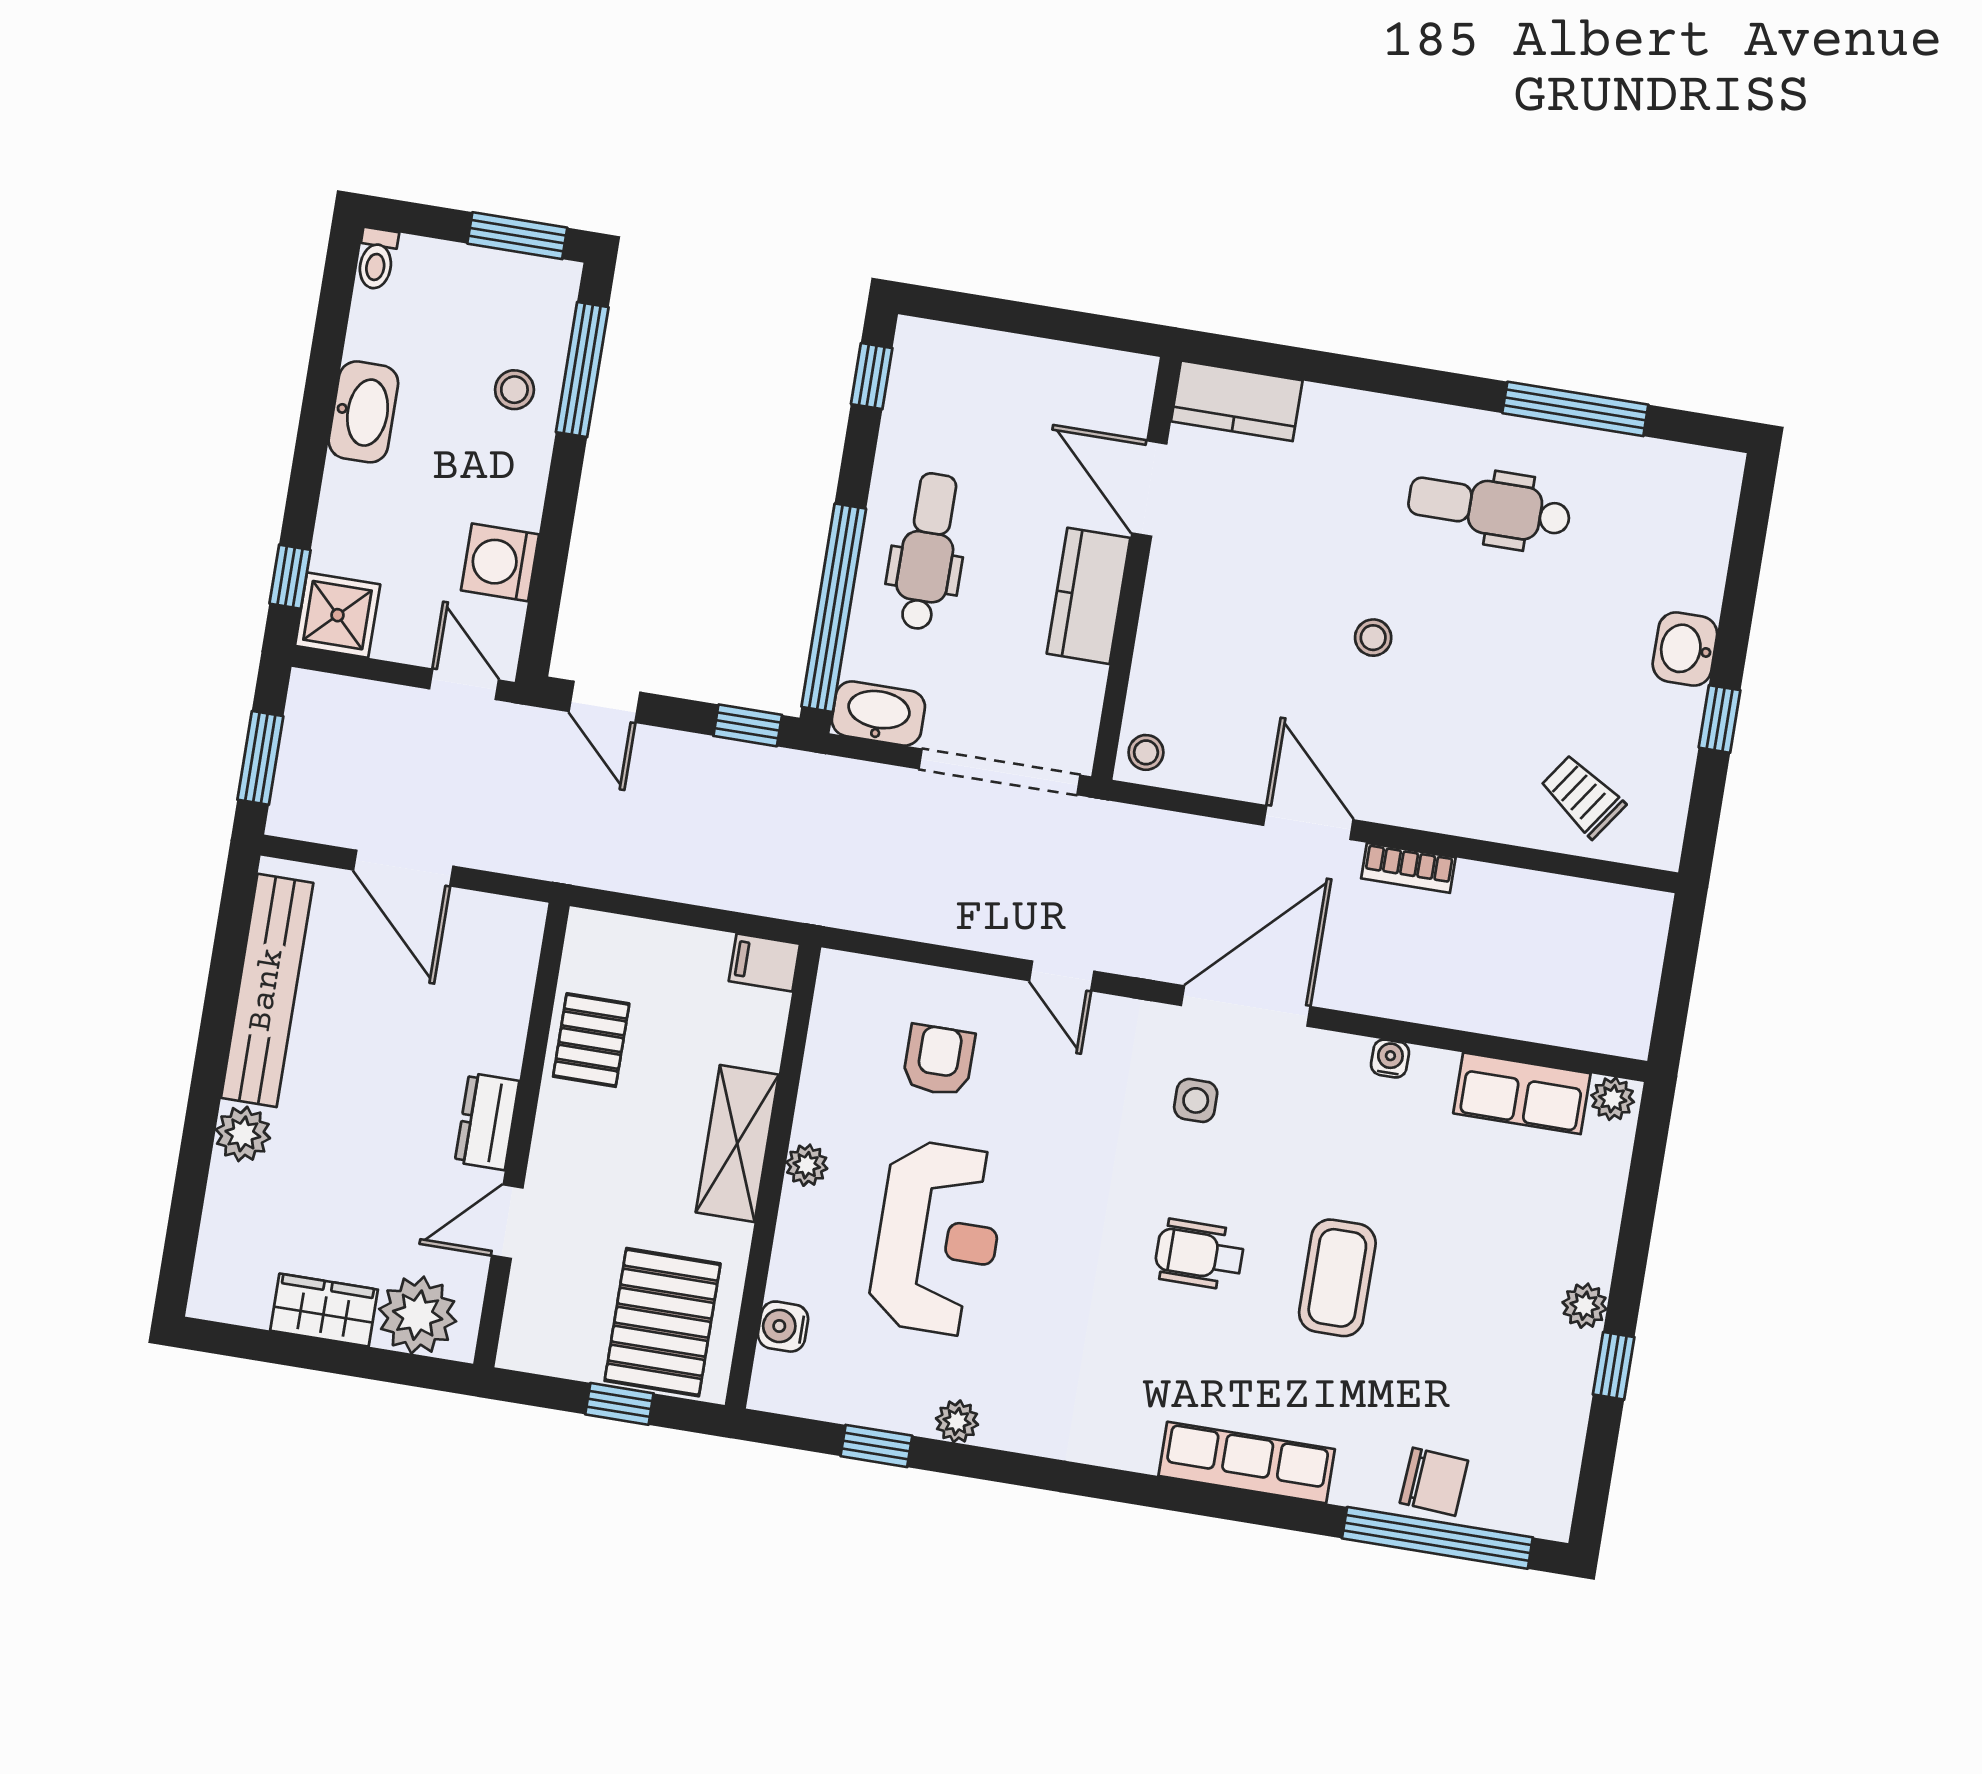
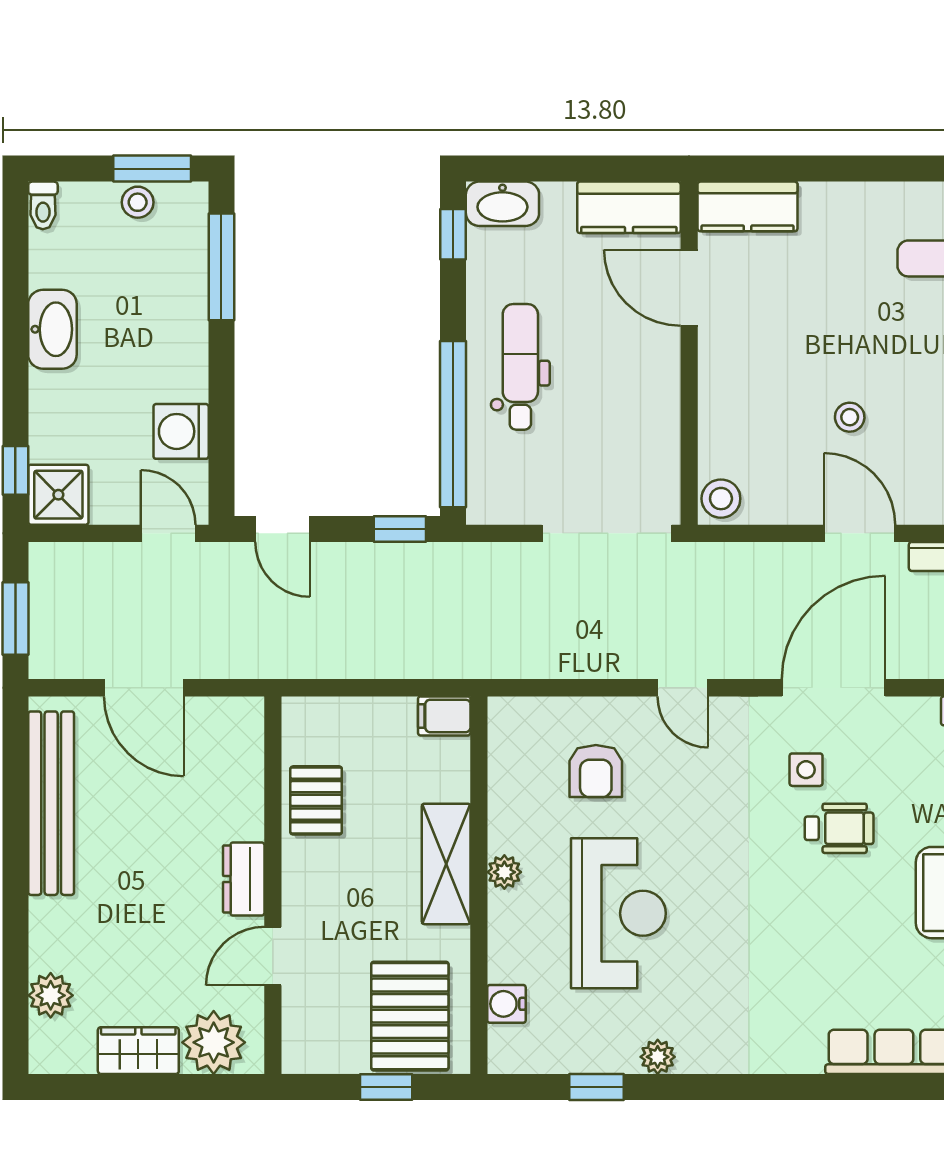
stool: (514, 390) -> (138, 202), moved
kitchen counter: (1089, 596) -> (629, 207), moved, turned -90
stool: (1373, 638) -> (850, 417), moved
washbasin: (878, 713) -> (502, 204), moved, turned 180
stool: (1146, 752) -> (721, 499), width x1.37, depth x1.37
armchair: (939, 1060) -> (596, 771), turned 180
plant: (243, 1134) -> (51, 995), moved
wheelchair: (1199, 1254) -> (839, 828), moved, turned 180

